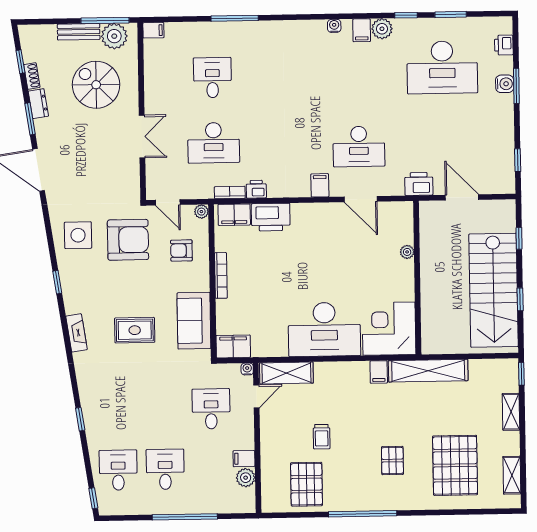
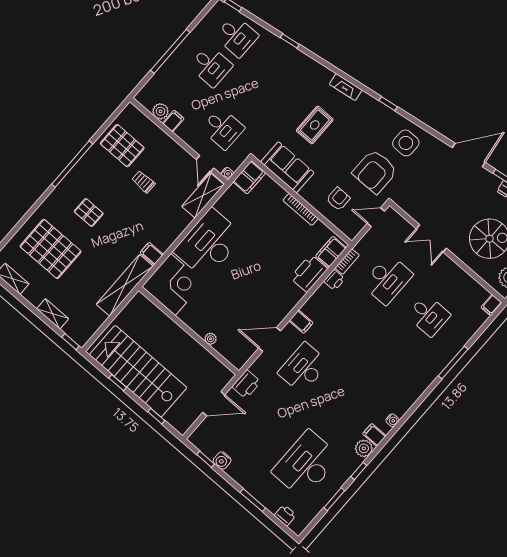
water cooler: (505, 84) -> (222, 461), moved
desk: (214, 143) -> (387, 279), turned 180
plant: (201, 212) -> (351, 233), removed

